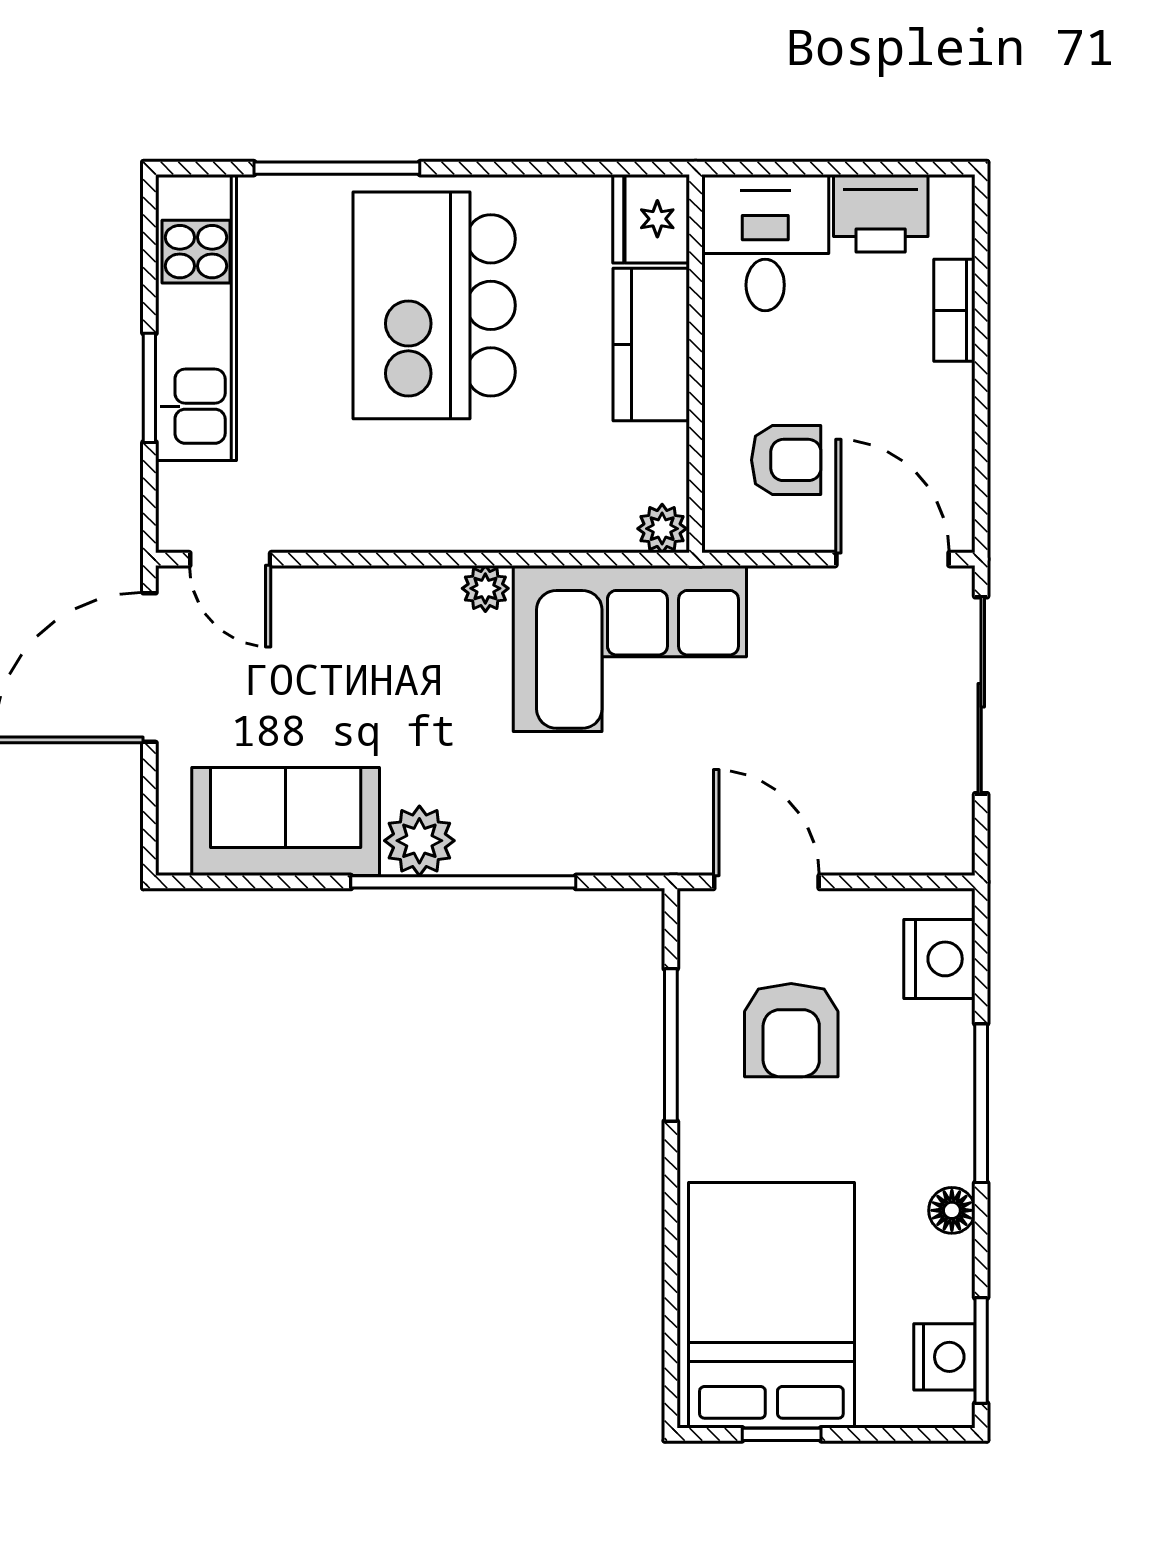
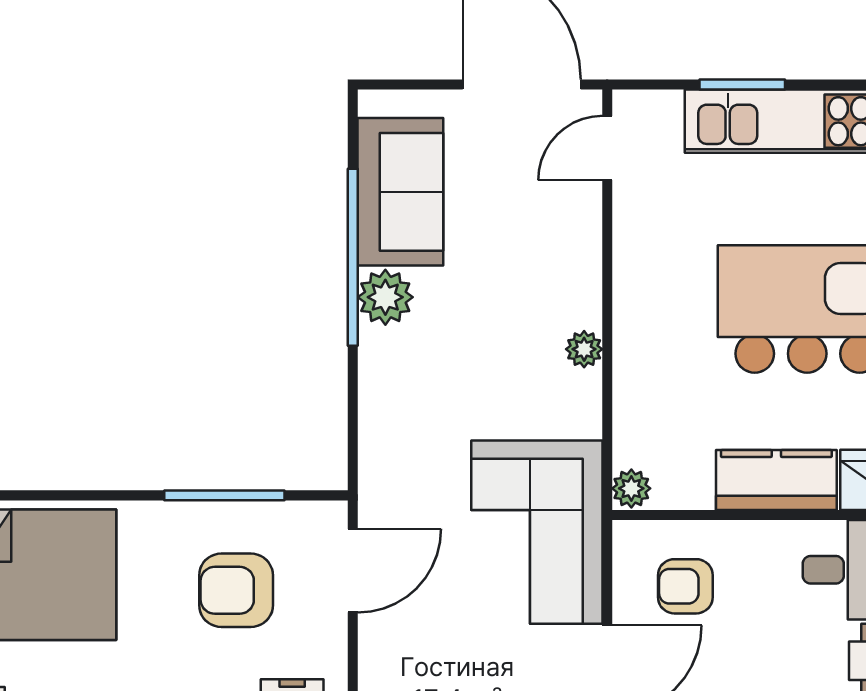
armchair: (786, 460) -> (685, 586), turned 90
corner sofa: (630, 648) -> (537, 532), moved
window: (463, 882) -> (353, 257), moved

